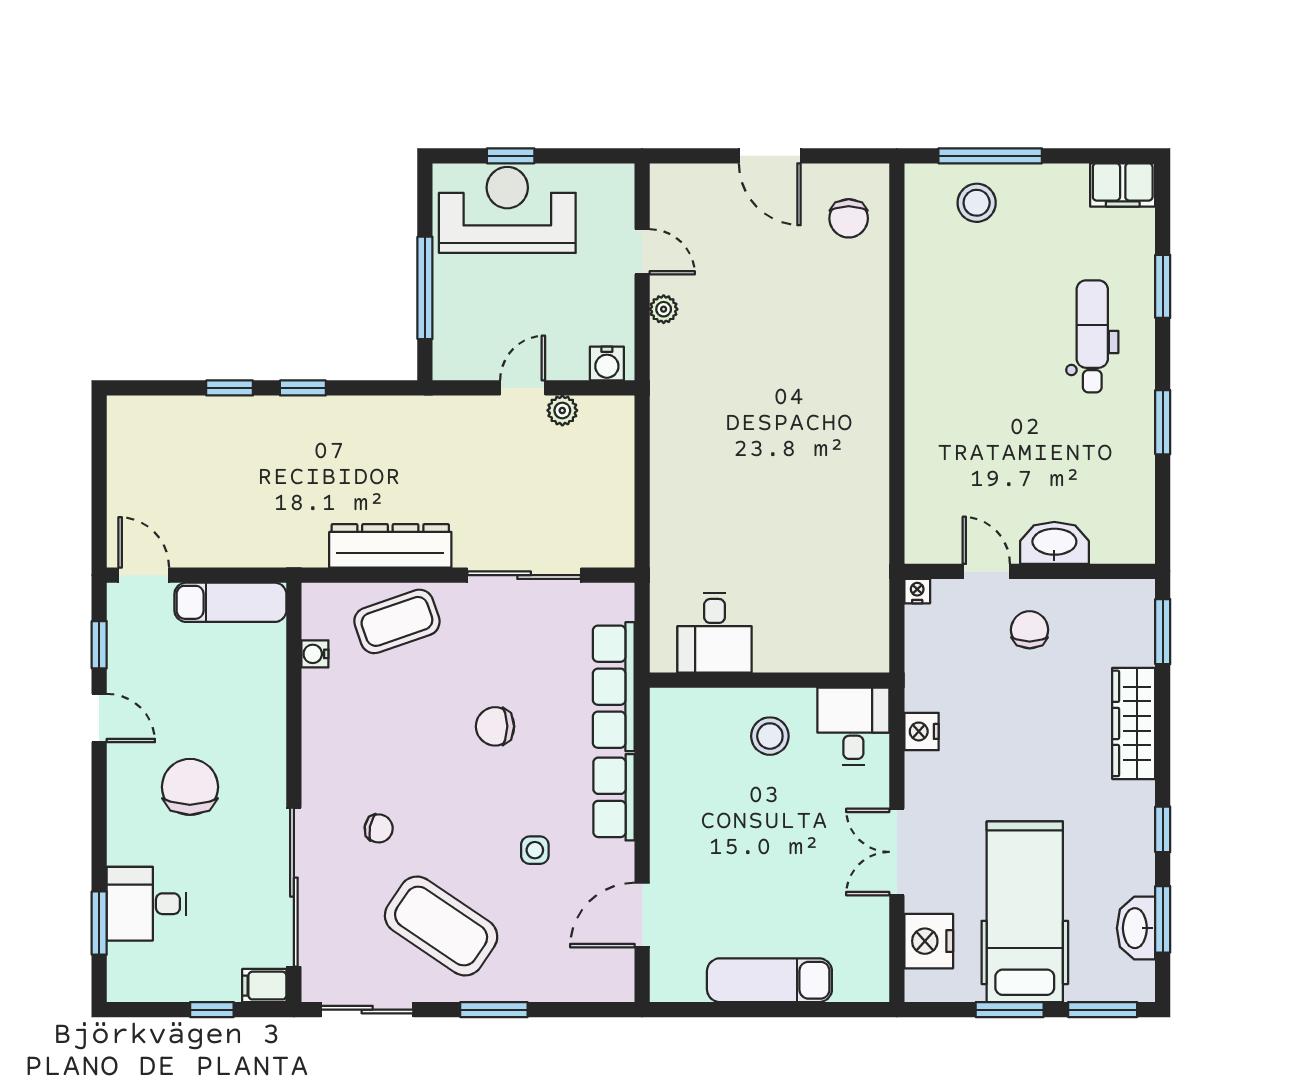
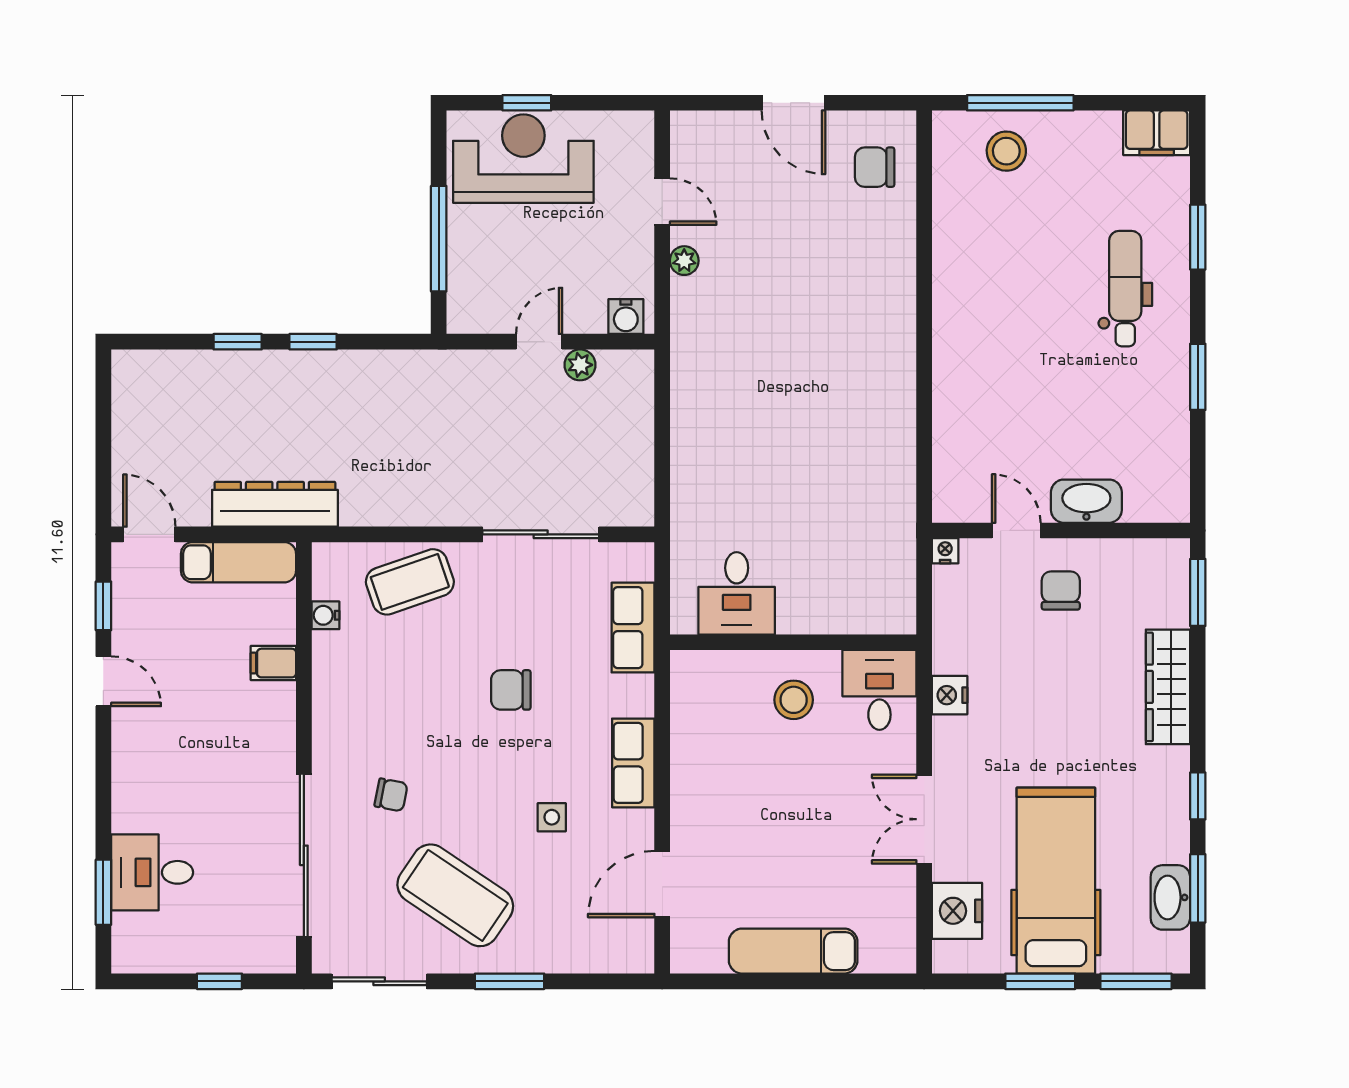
chair: (849, 218) -> (875, 167), turned 90
dresser: (390, 546) -> (275, 504), moved
row of seats: (614, 687) -> (633, 628), width x0.68
chair: (190, 787) -> (197, 752), removed
filing cabinet: (264, 986) -> (273, 663), moved

